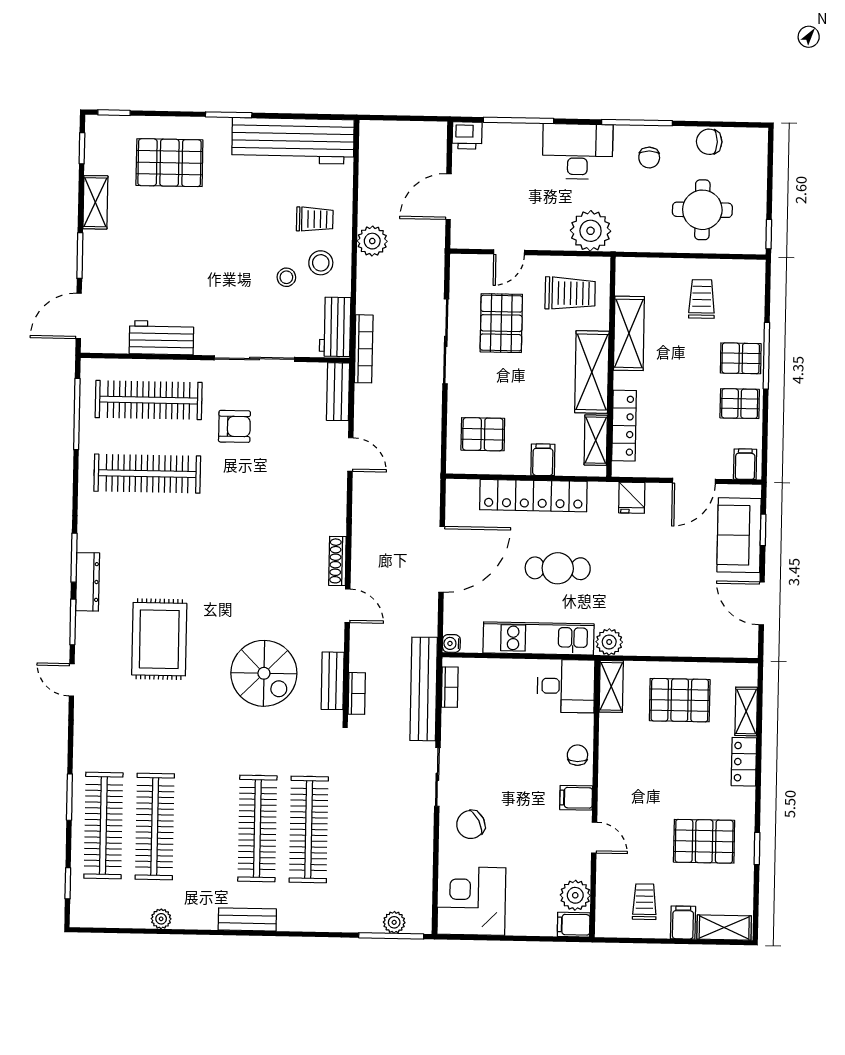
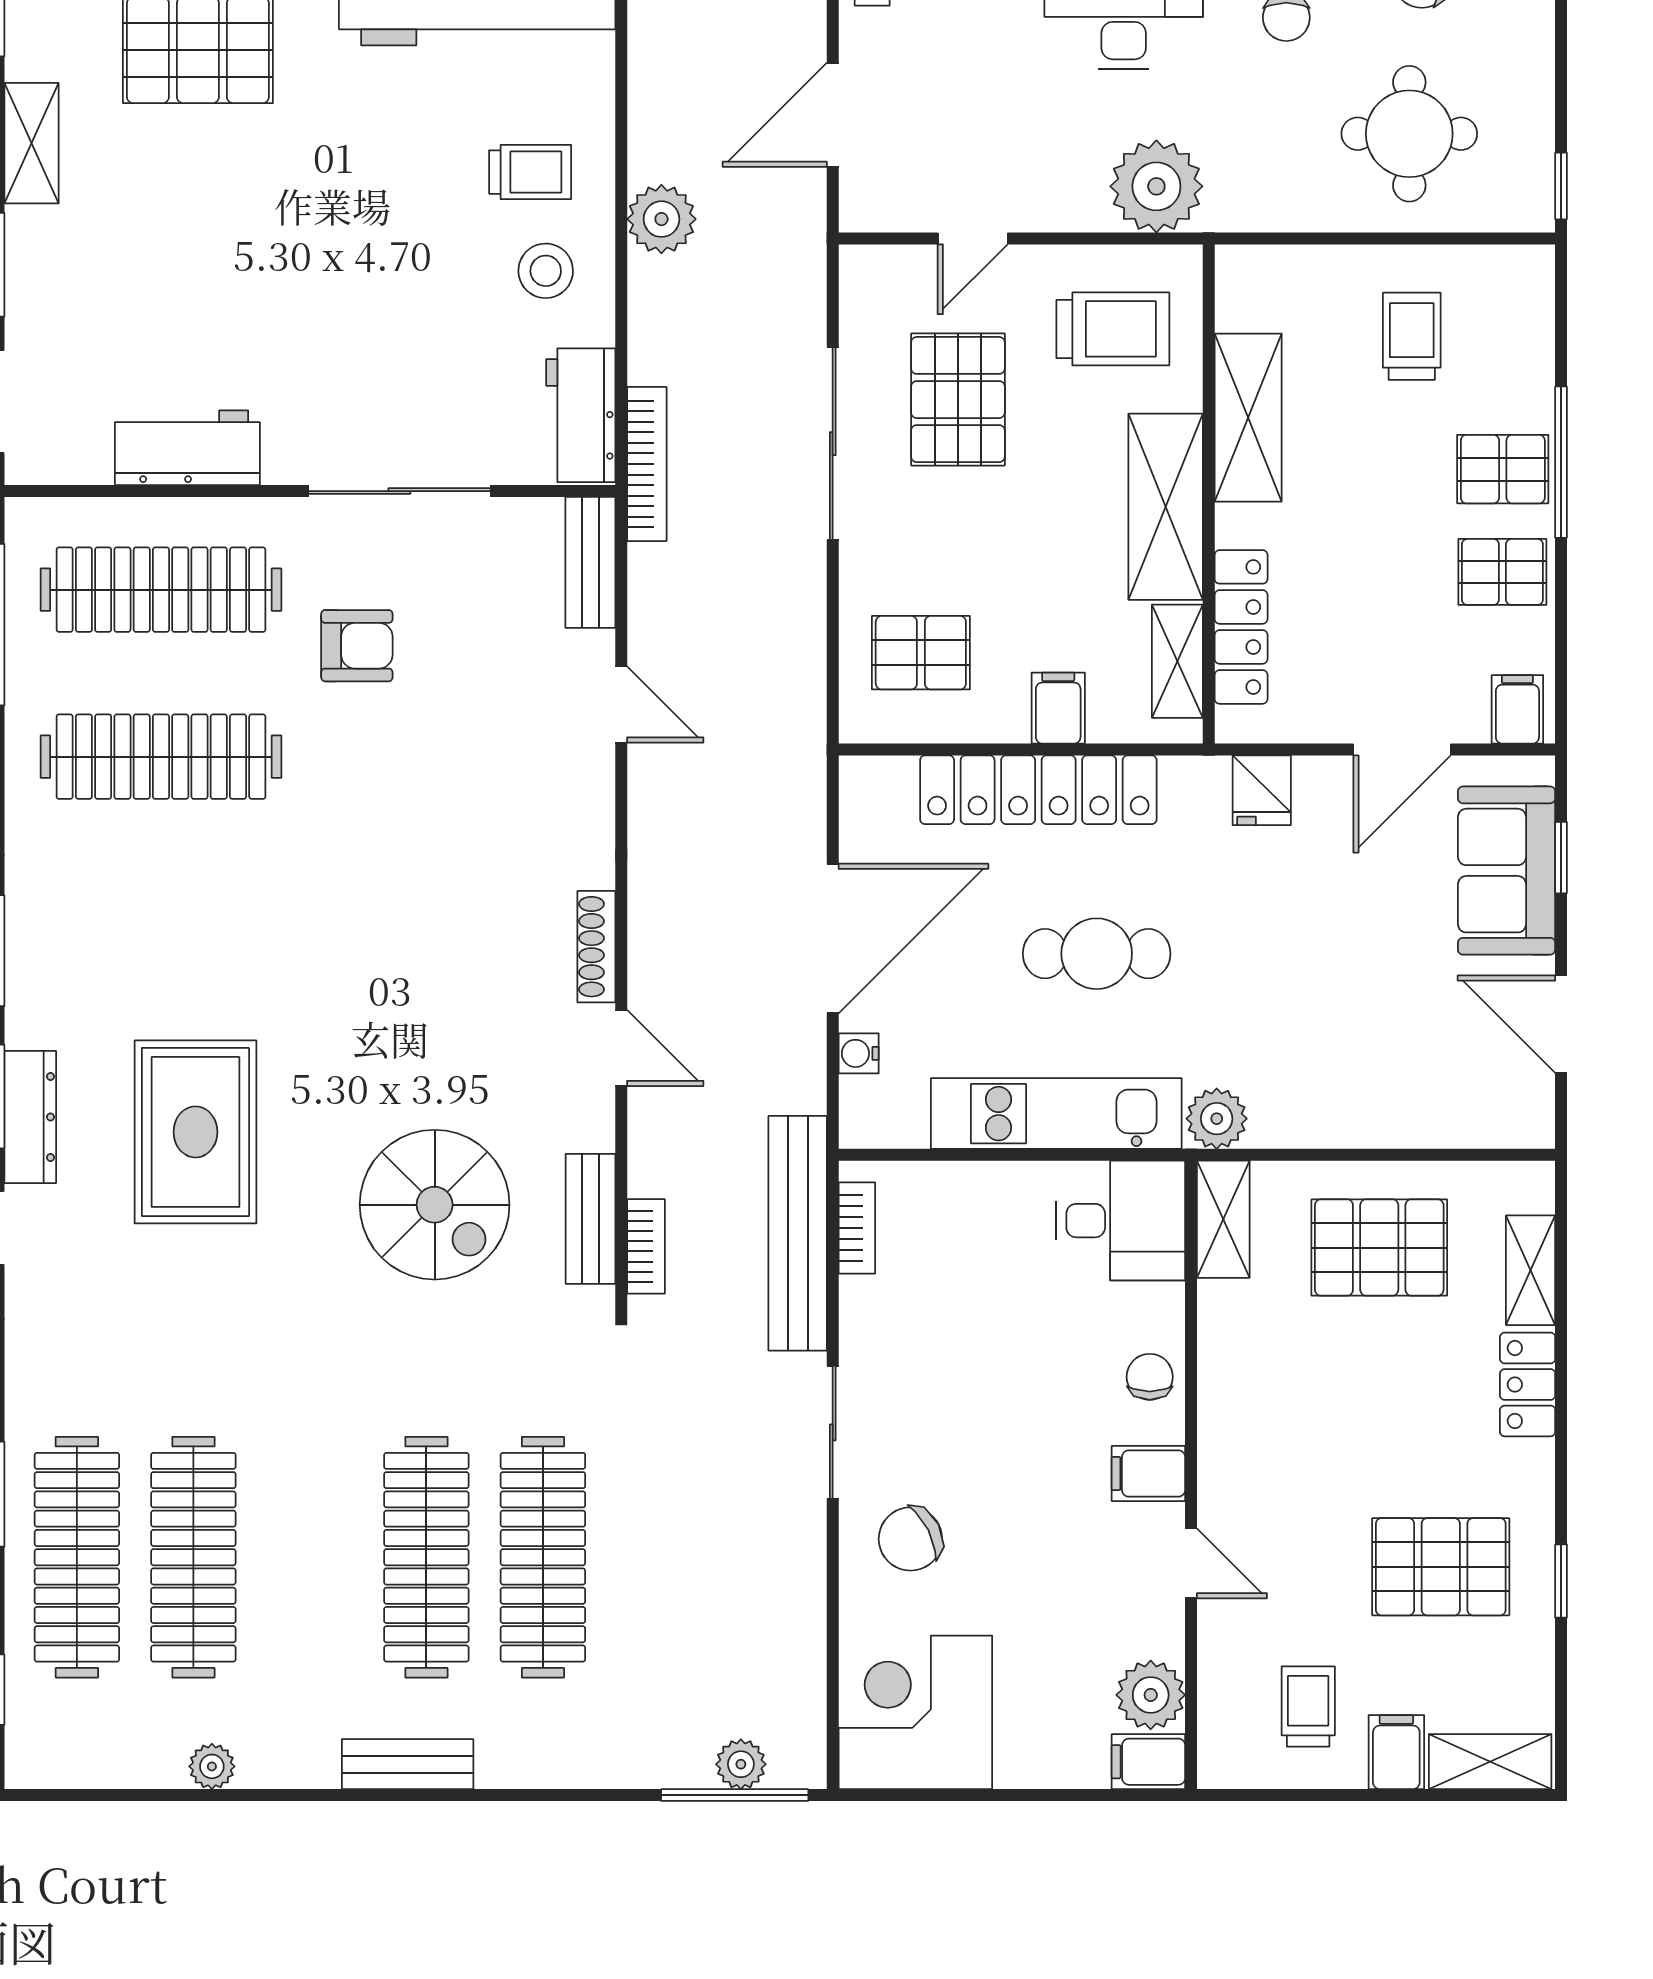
stool: (286, 277) -> (468, 305), removed
dresser: (88, 582) -> (30, 1117), moved
water cooler: (451, 643) -> (859, 1053), moved

